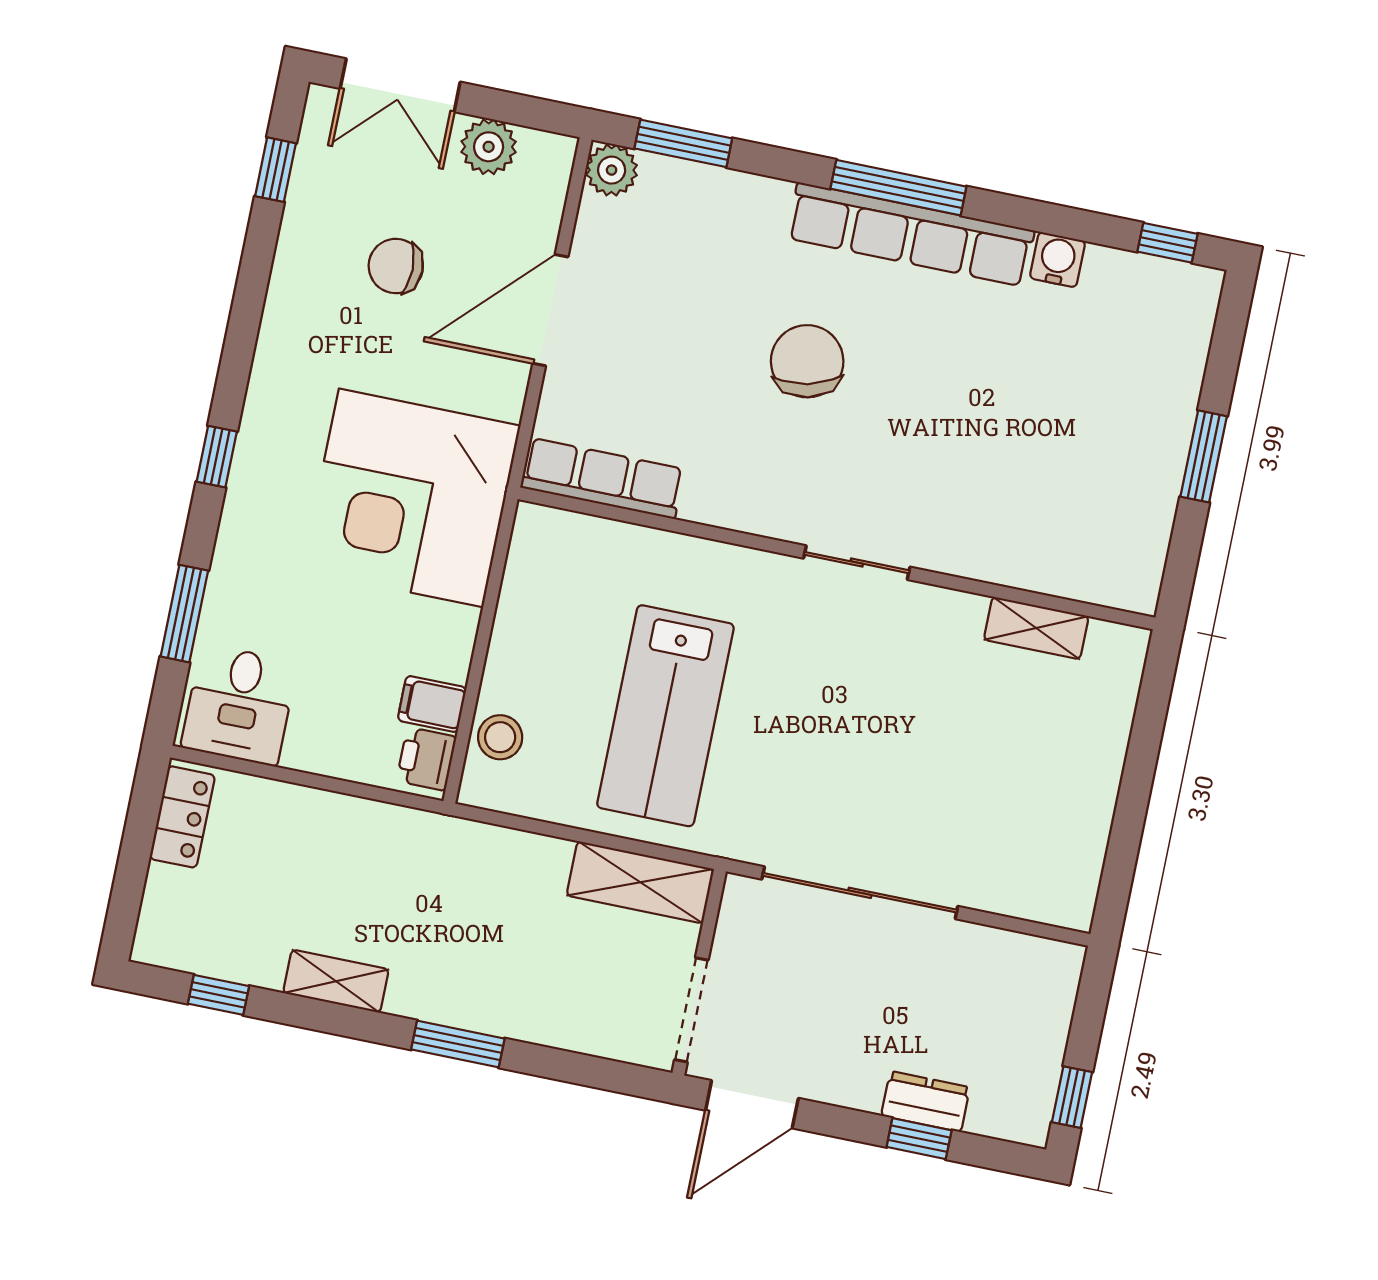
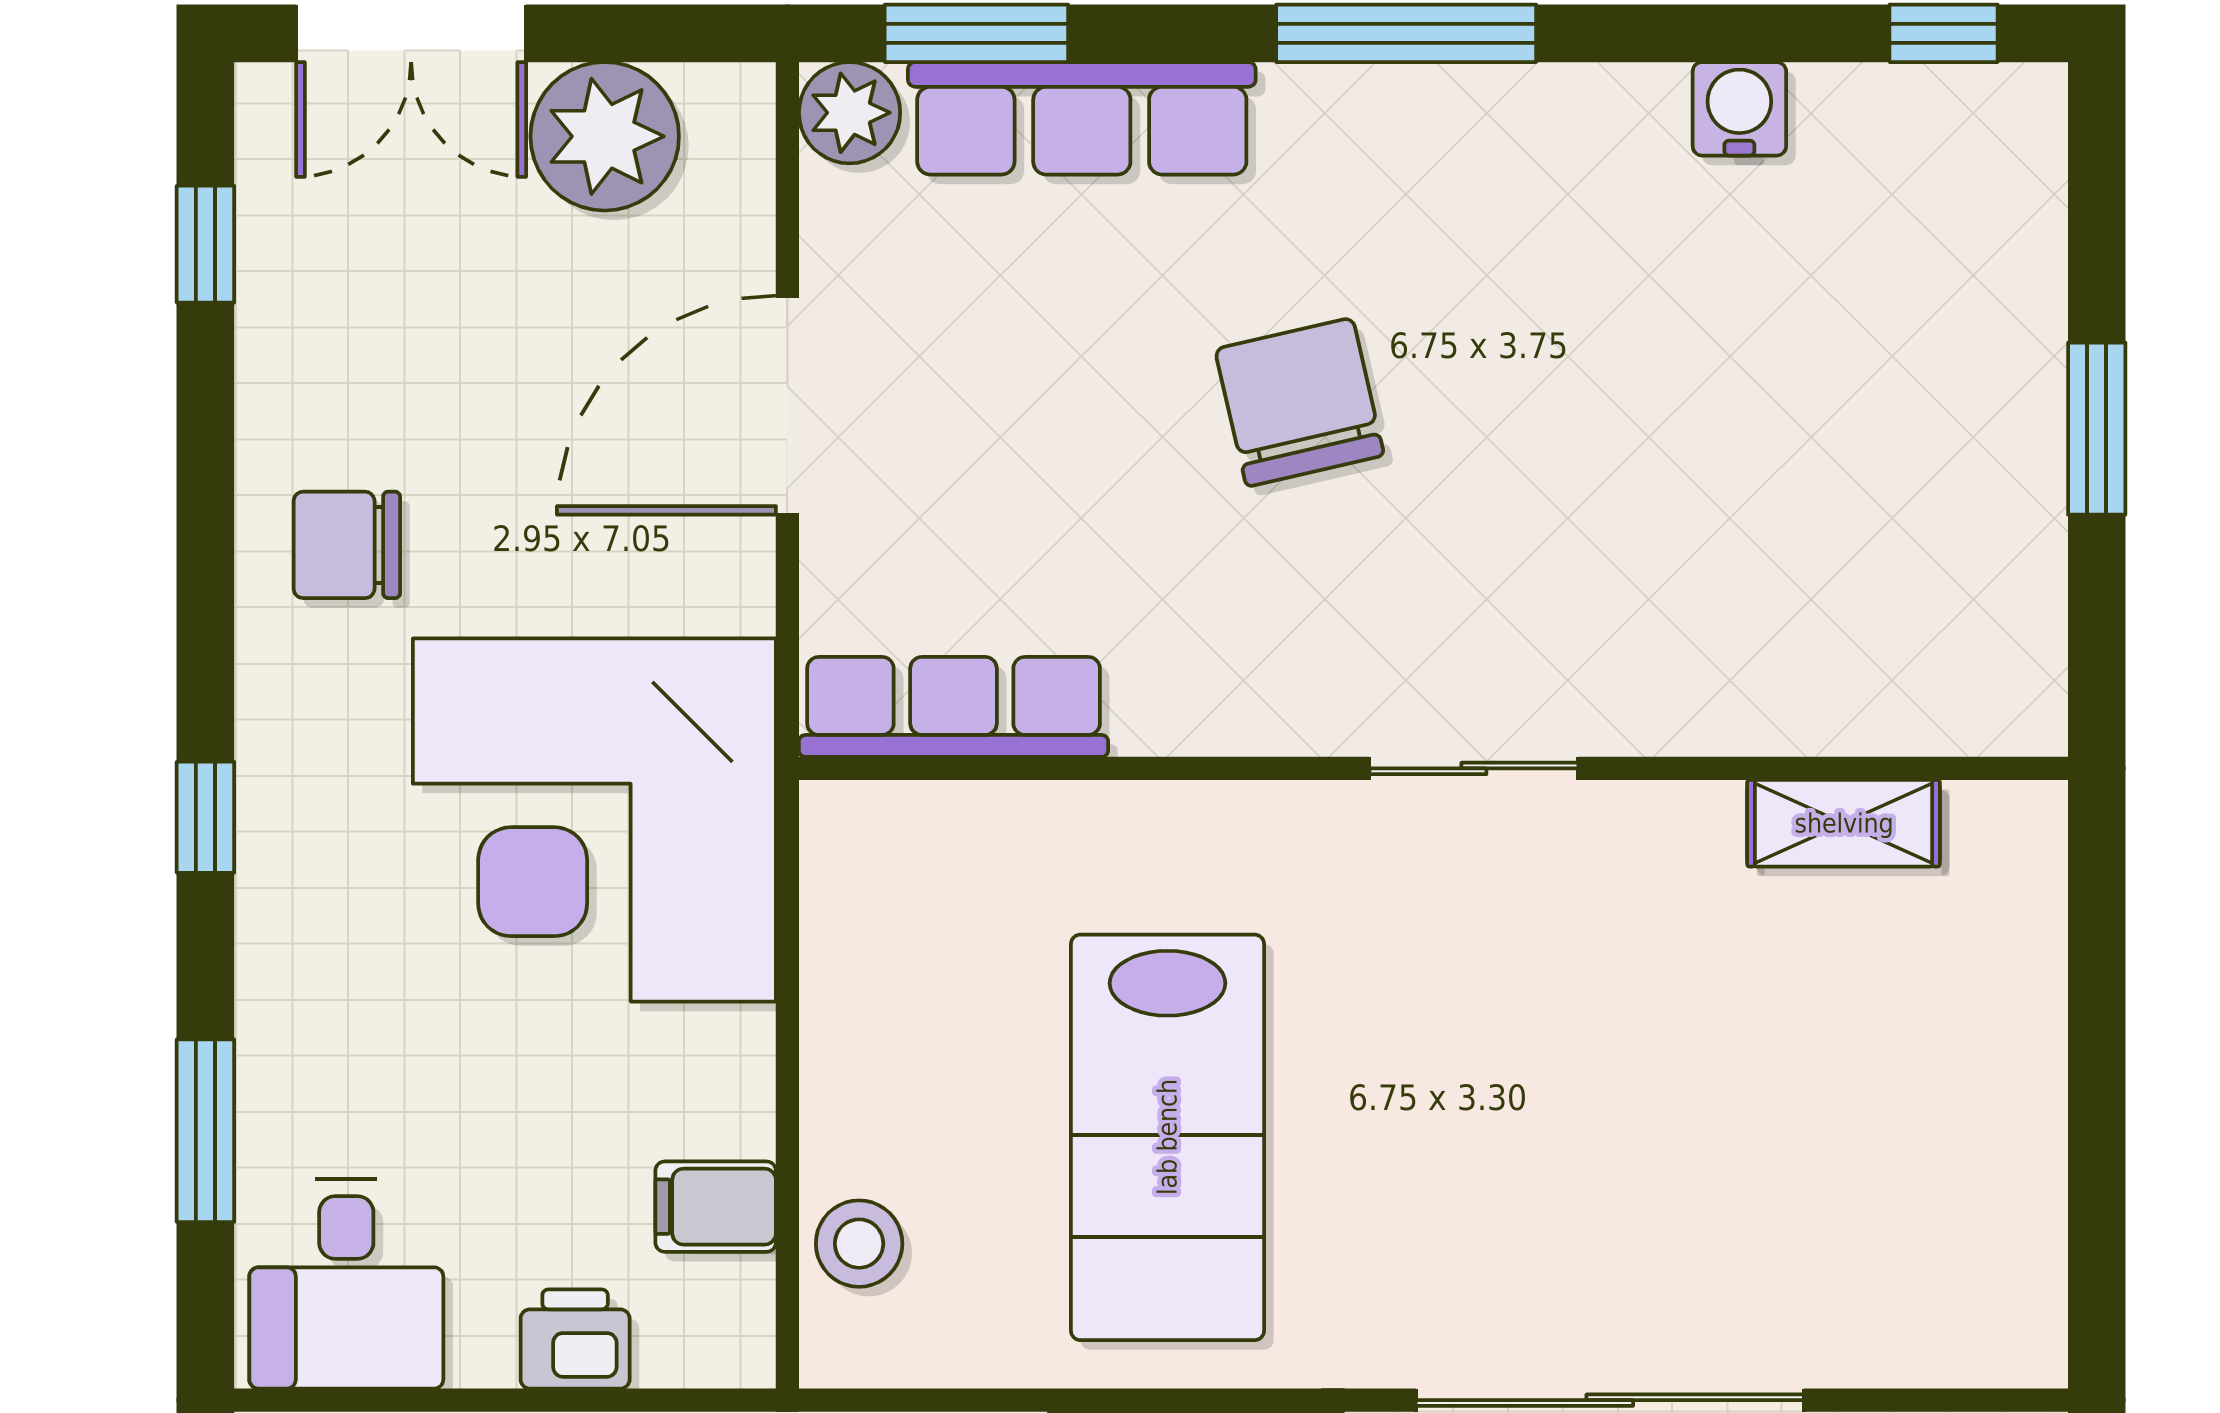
plant: (489, 147) -> (605, 136), width x1.36, depth x1.36
row of seats: (910, 234) -> (1082, 118), moved, width x0.73
chair: (396, 266) -> (347, 545), moved
printer: (426, 759) -> (575, 1339), moved, turned 90

